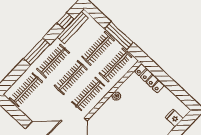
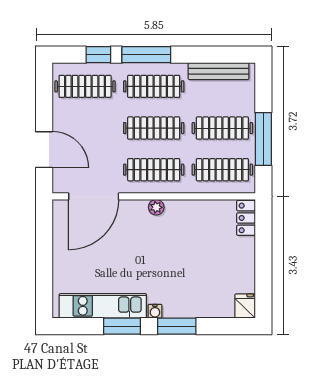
window: (65, 21) -> (98, 55), moved
locker: (149, 78) -> (246, 218), width x0.66
plant: (116, 96) -> (156, 207), moved
fridge: (174, 118) -> (245, 306), moved

